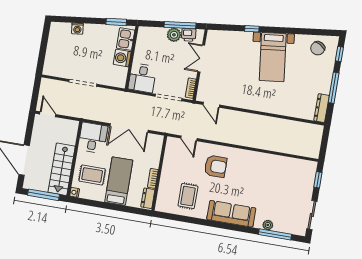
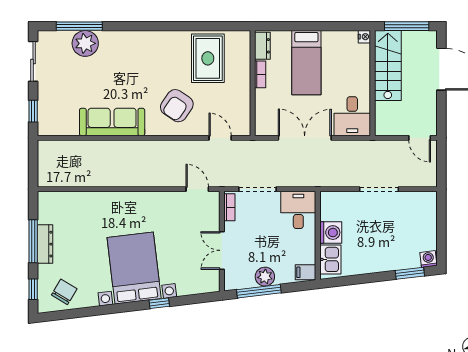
window: (116, 22) -> (410, 273), moved
washing machine: (77, 29) -> (428, 259), moved
filing cabinet: (145, 33) -> (305, 272), added
printer: (189, 35) -> (245, 280), removed
bed with nightstands: (273, 57) -> (134, 268), width x1.36
double door: (201, 59) -> (222, 250), swing flipped
dresser: (322, 108) -> (45, 244), moved
armchair: (216, 166) -> (177, 106), turned -56
rug: (92, 175) -> (344, 65), removed
rug: (188, 196) -> (208, 58), width x1.36, depth x1.43
sofa: (231, 214) -> (112, 122), moved, turned 180
plant: (268, 225) -> (85, 43), width x1.88, depth x1.88

